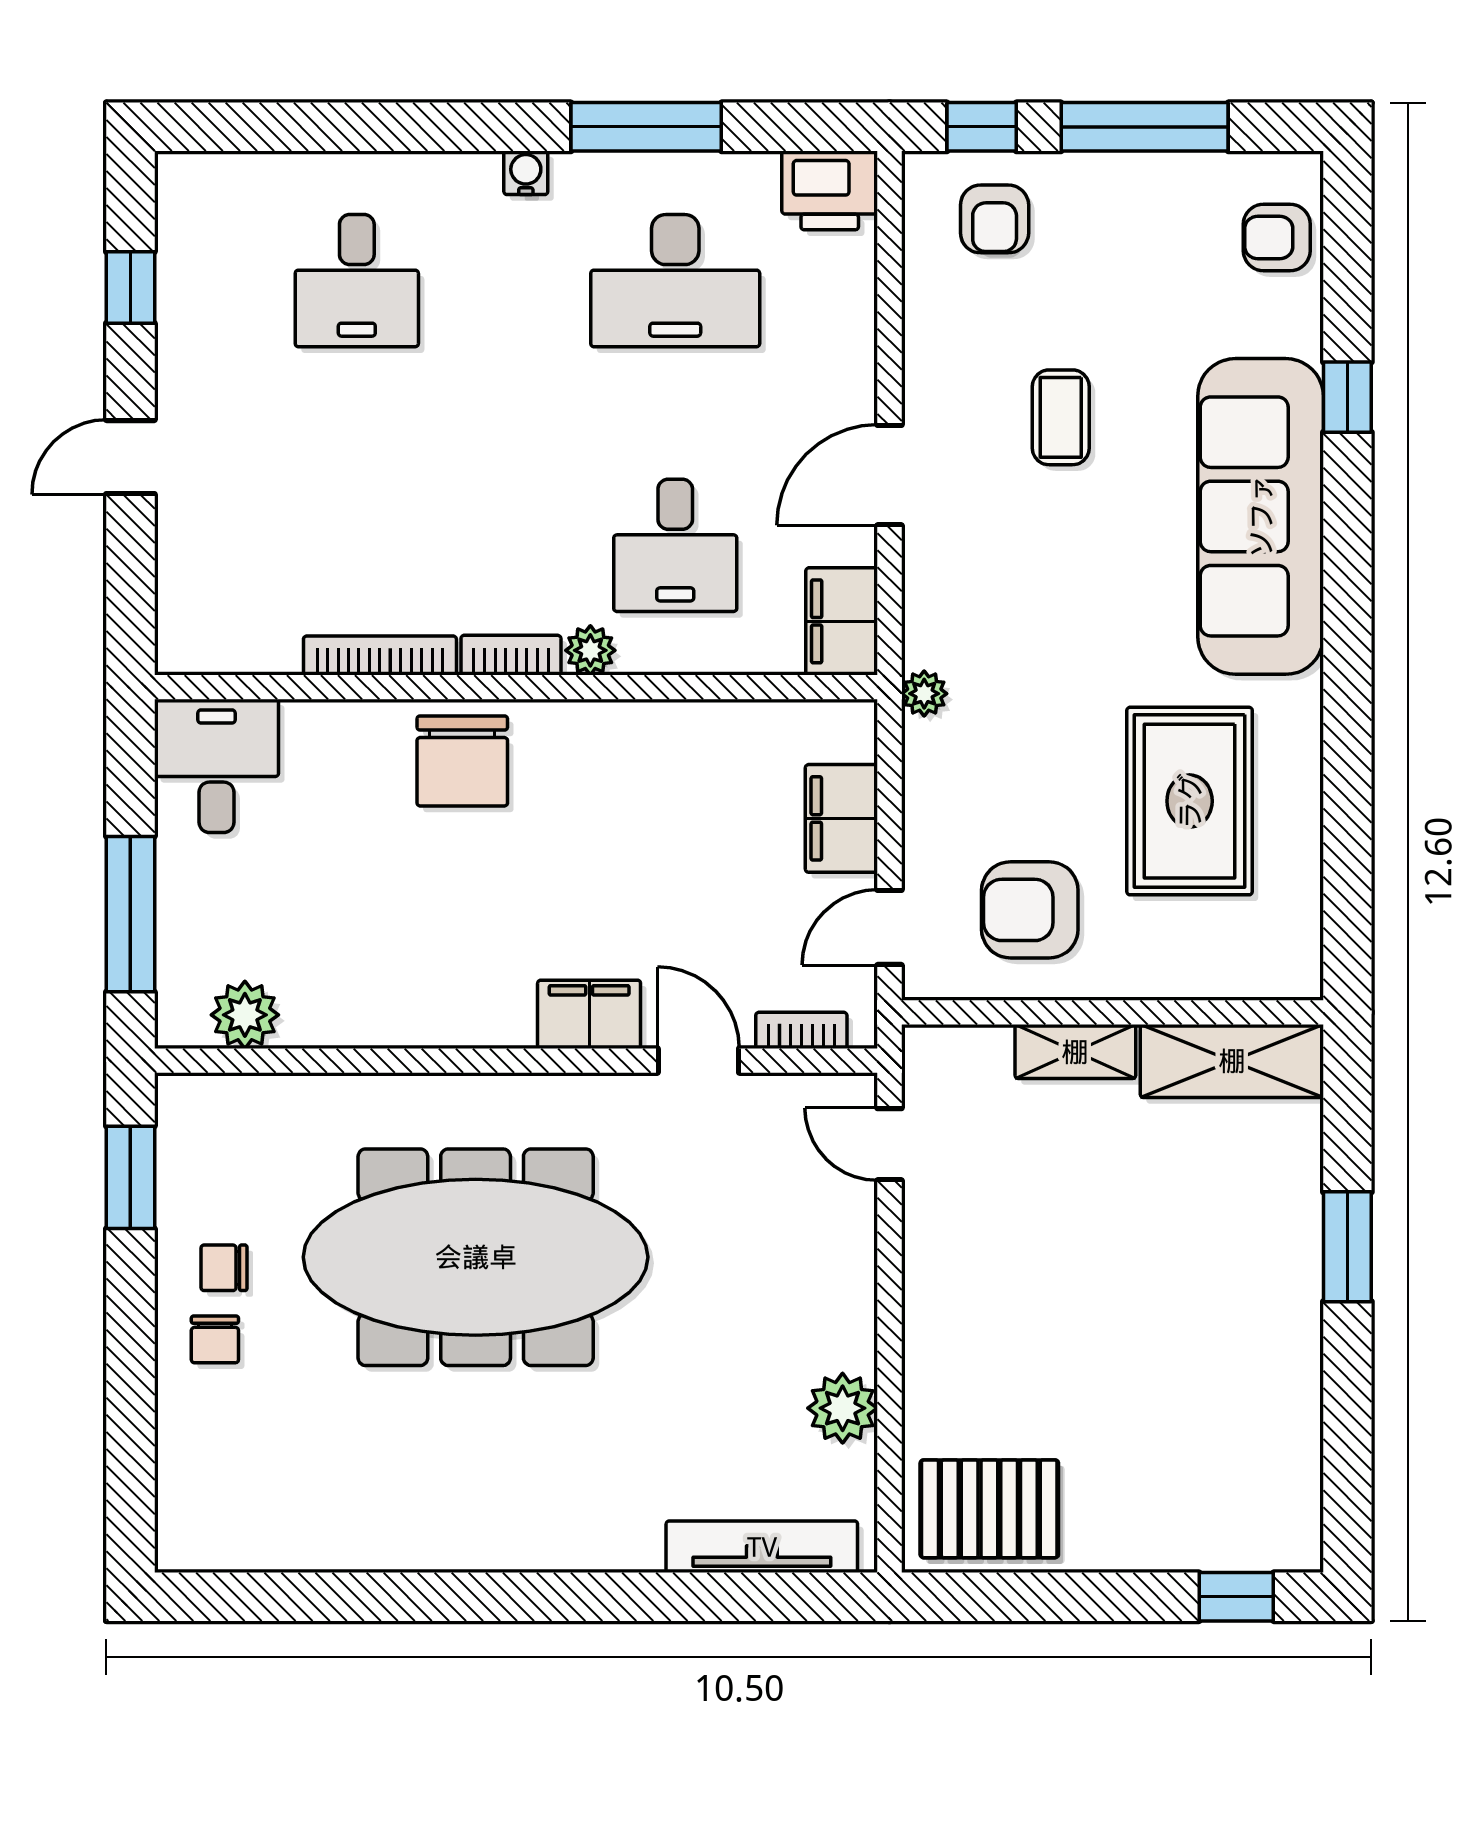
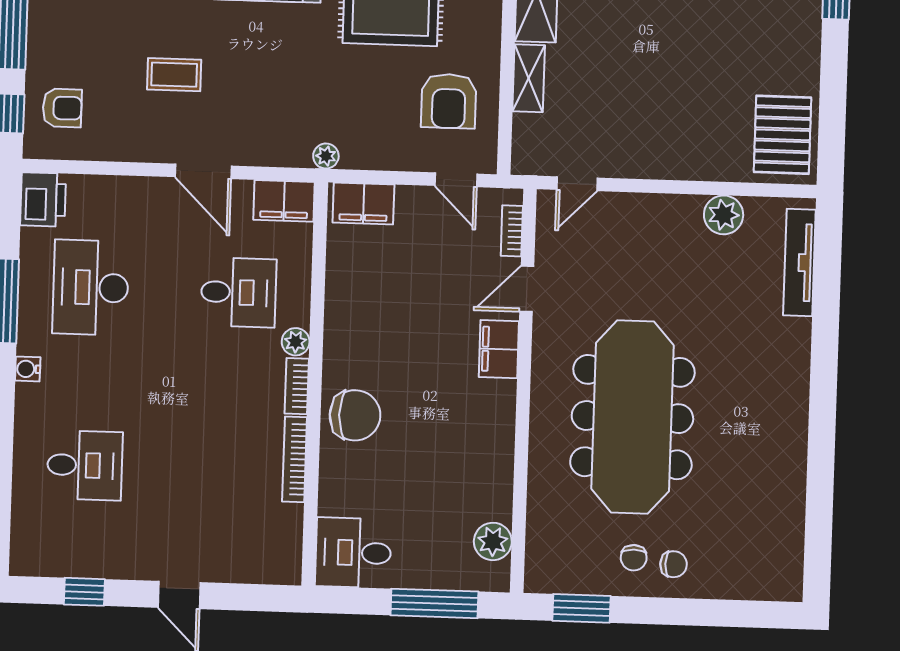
desk: (675, 281) -> (91, 287), turned 180
filing cabinet: (841, 818) -> (363, 204), moved

